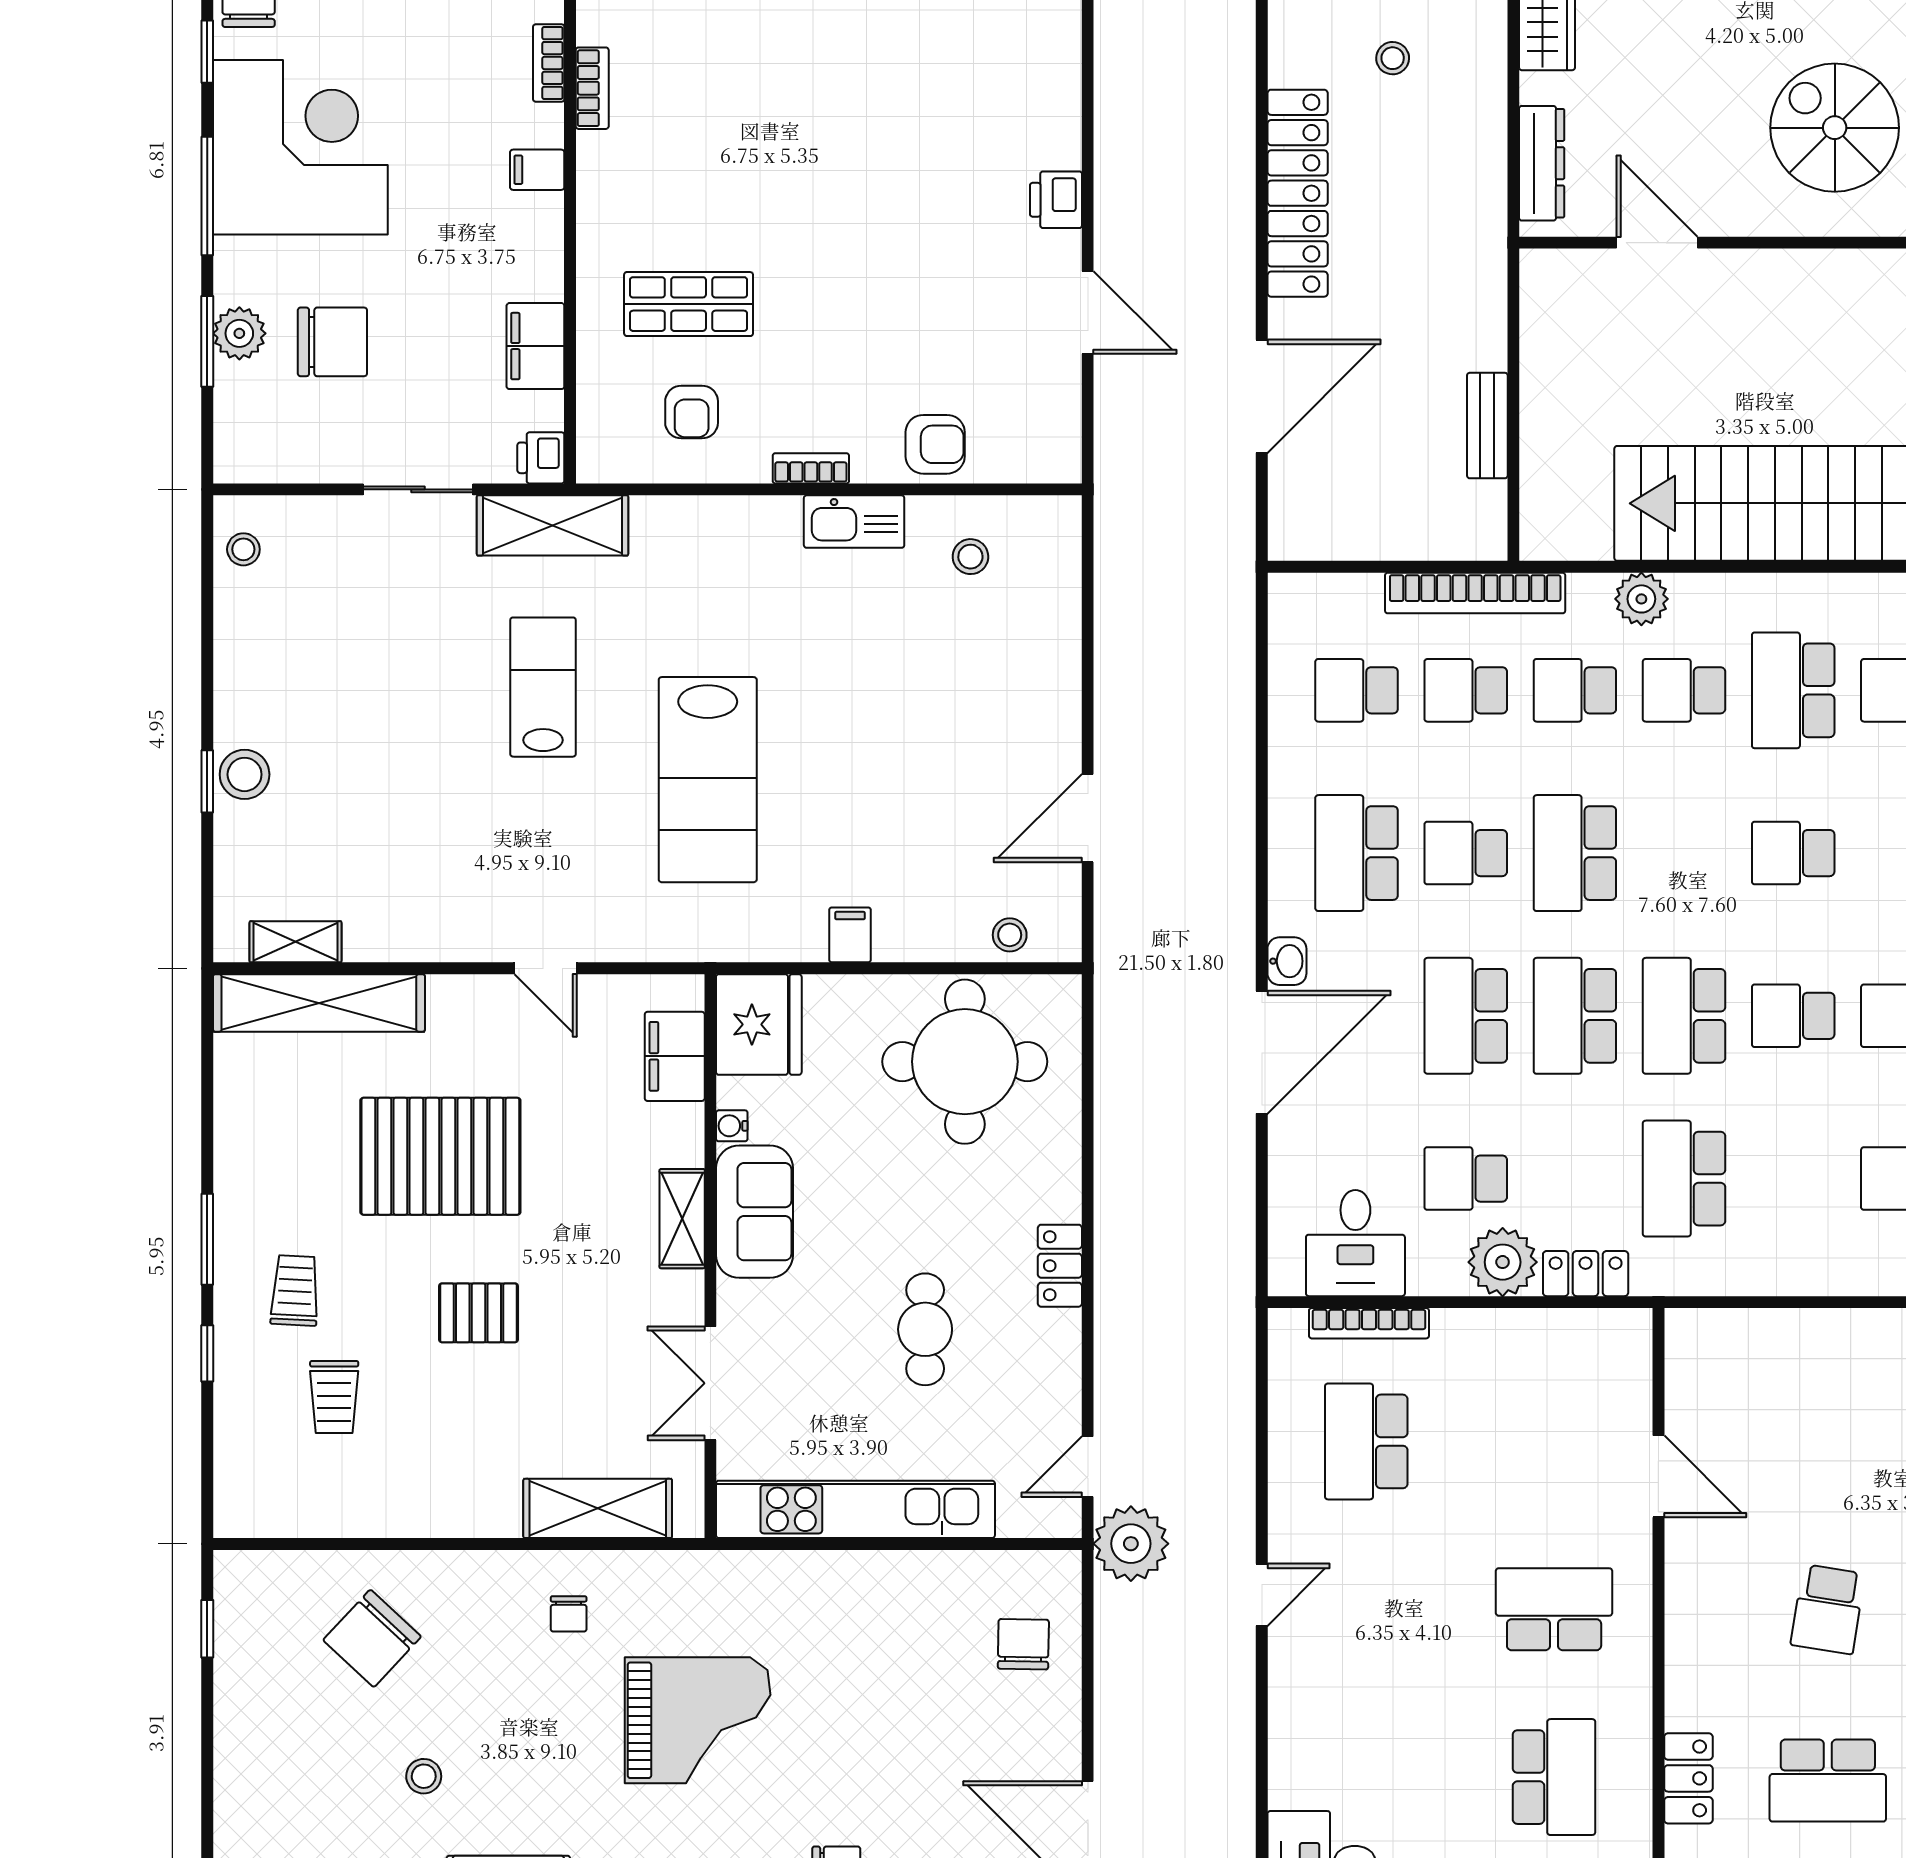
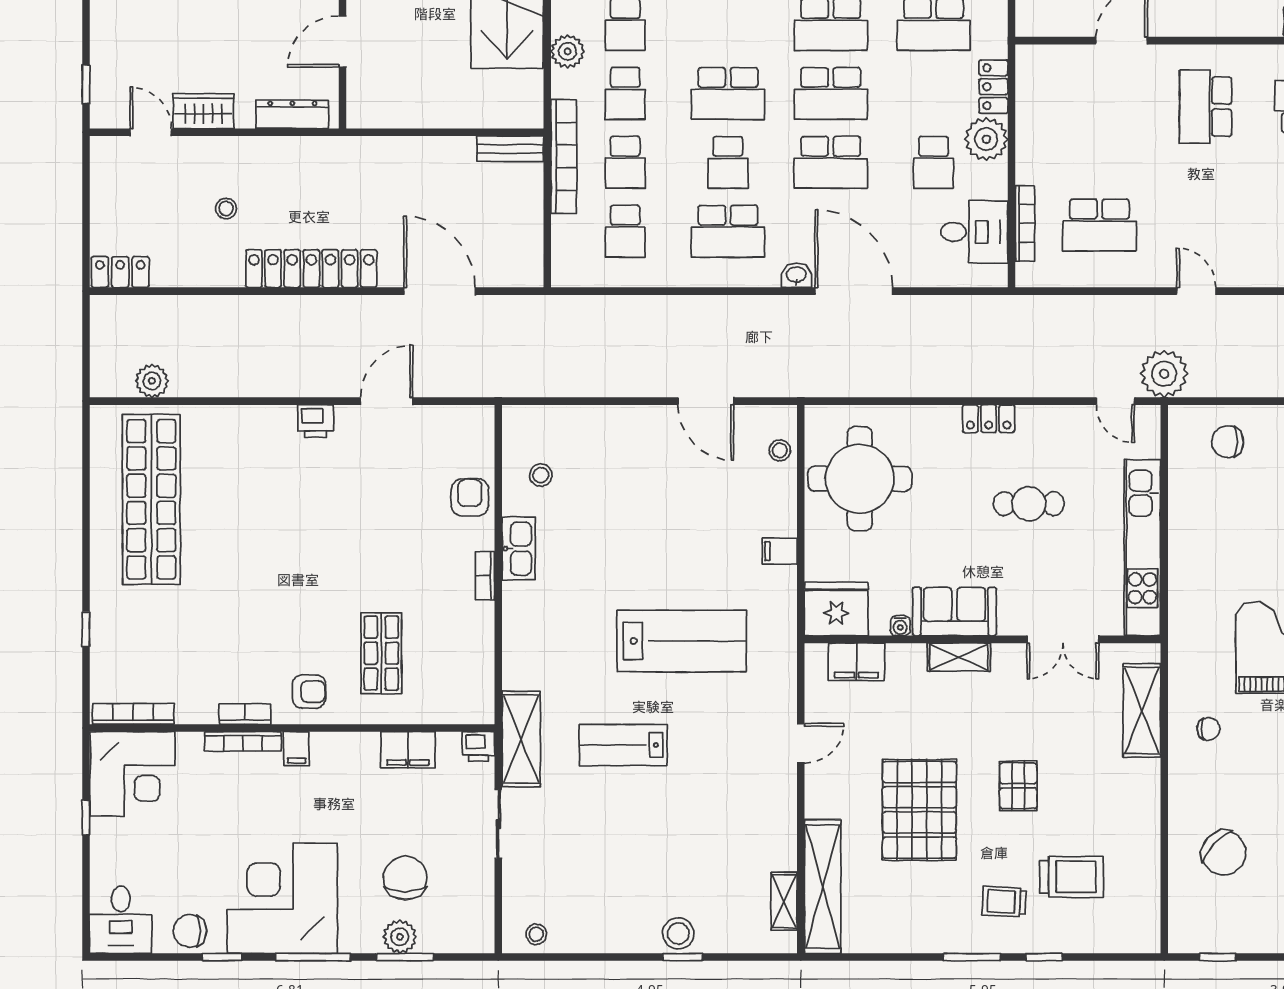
bookcase: (549, 63) -> (243, 741), width x1.56
armchair: (692, 412) -> (309, 692), moved
bench: (1487, 426) -> (510, 149), moved
trolley: (334, 1397) -> (1071, 877), width x1.36, depth x1.39

